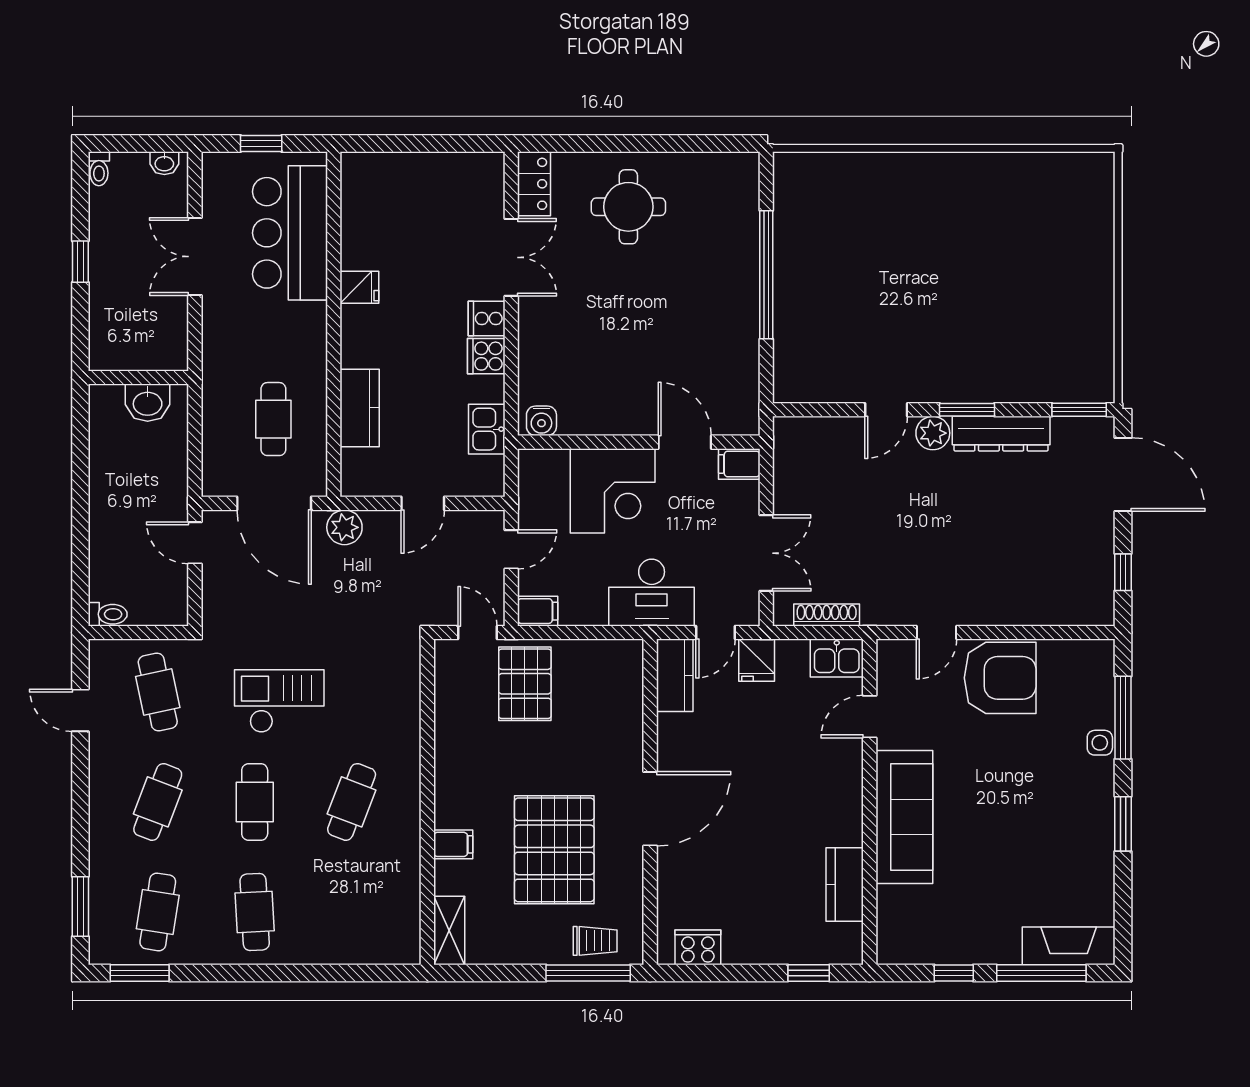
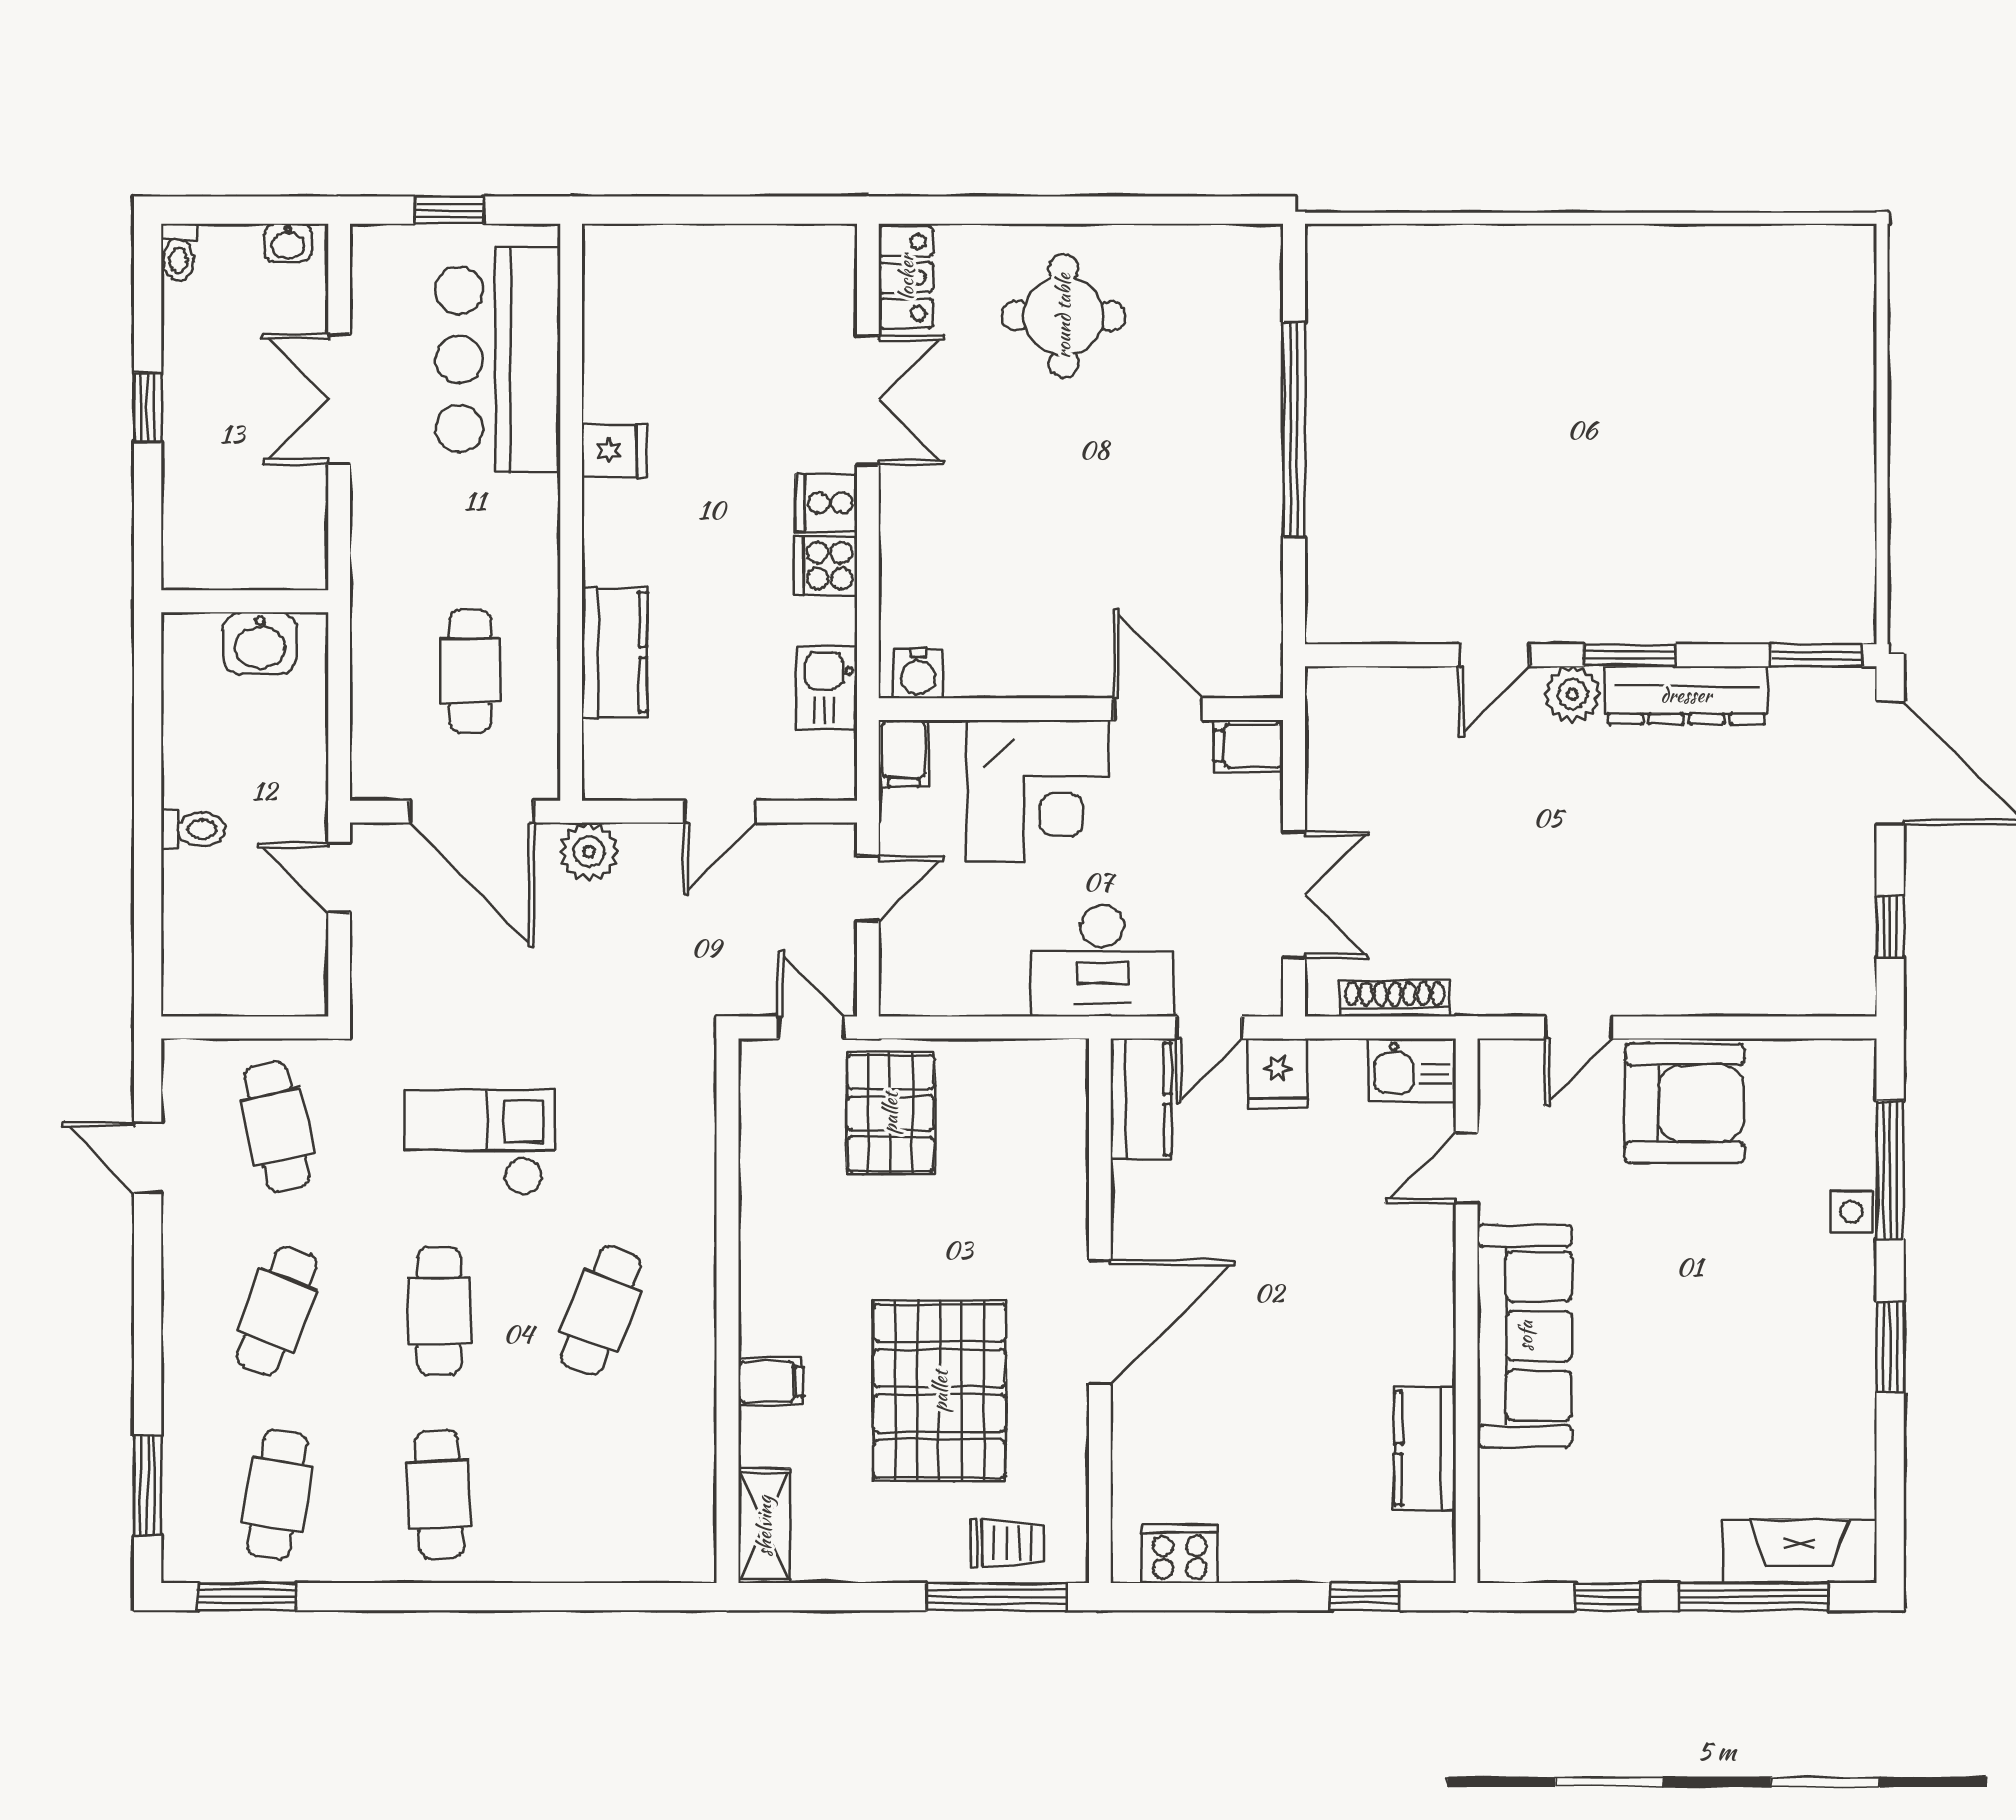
filing cabinet: (538, 611) -> (904, 753), moved, turned 90
toilet: (108, 614) -> (193, 829), moved

